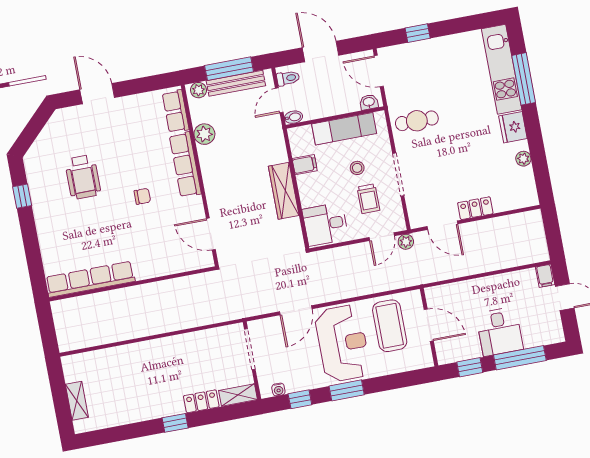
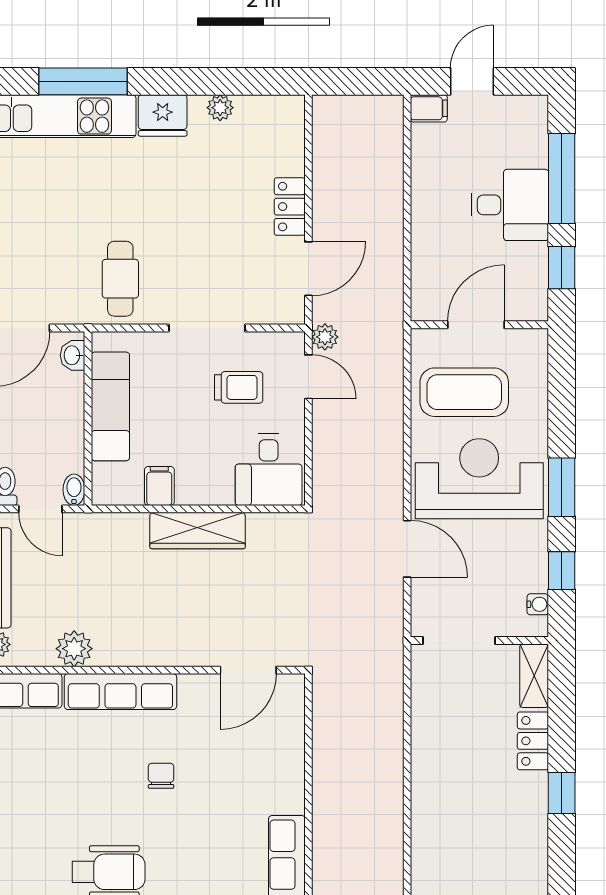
stool: (357, 168) -> (182, 397), removed

